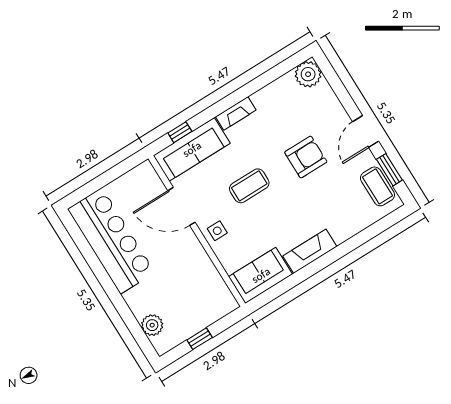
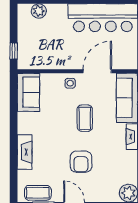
fireplace: (310, 251) -> (25, 152), moved
window: (200, 339) -> (14, 51), moved

